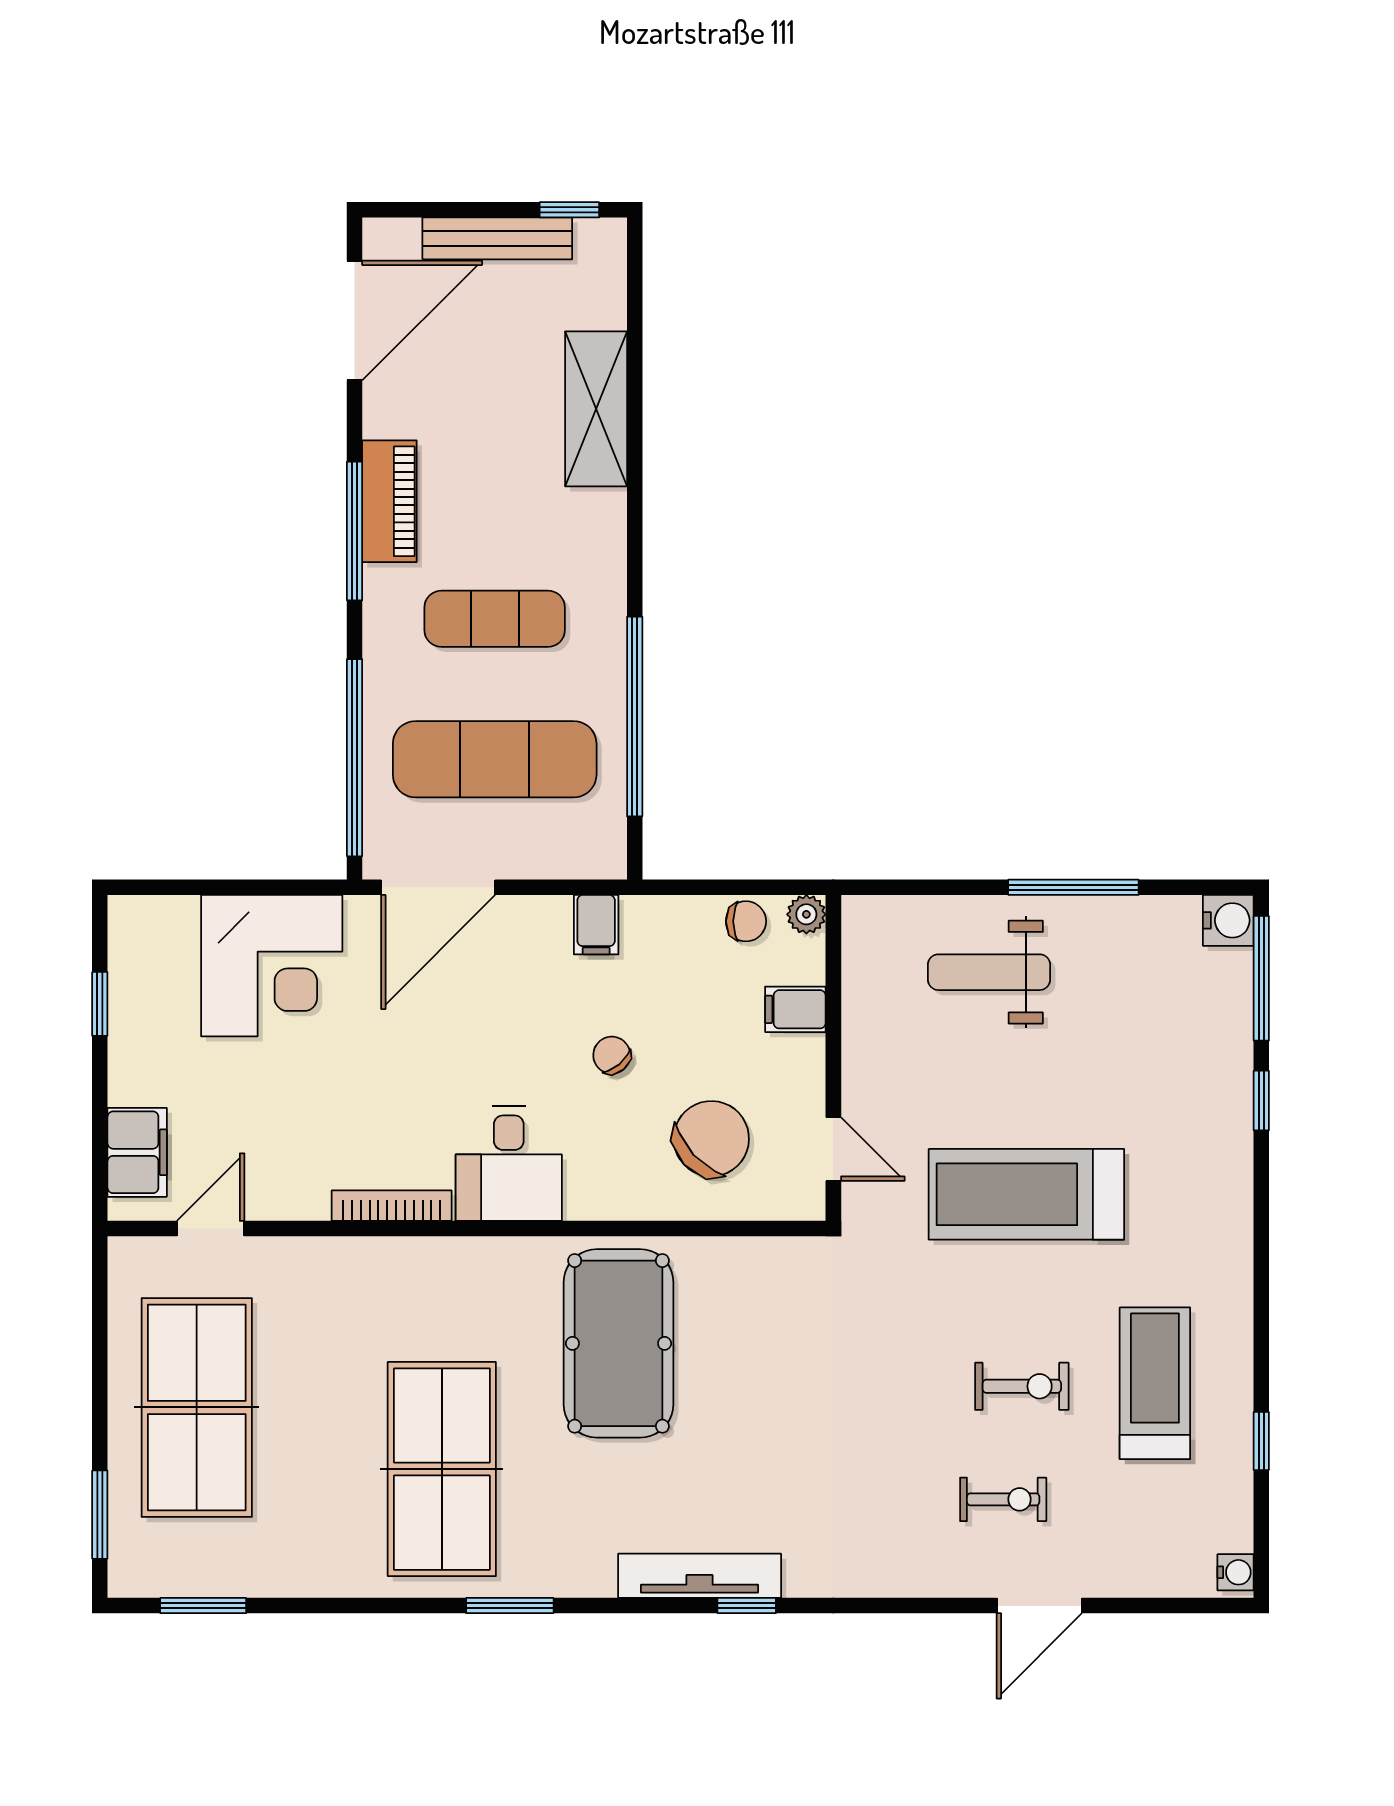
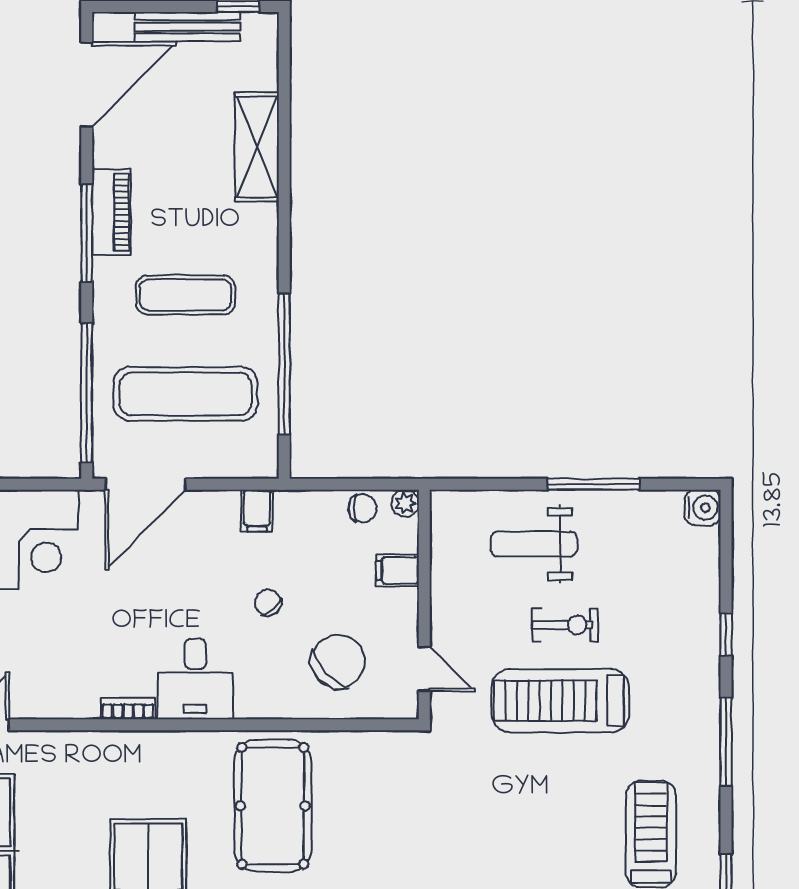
window: (1261, 978) -> (726, 742), moved
bookcase: (392, 1206) -> (128, 709), width x0.64
exercise bike: (1022, 1386) -> (565, 625), moved

